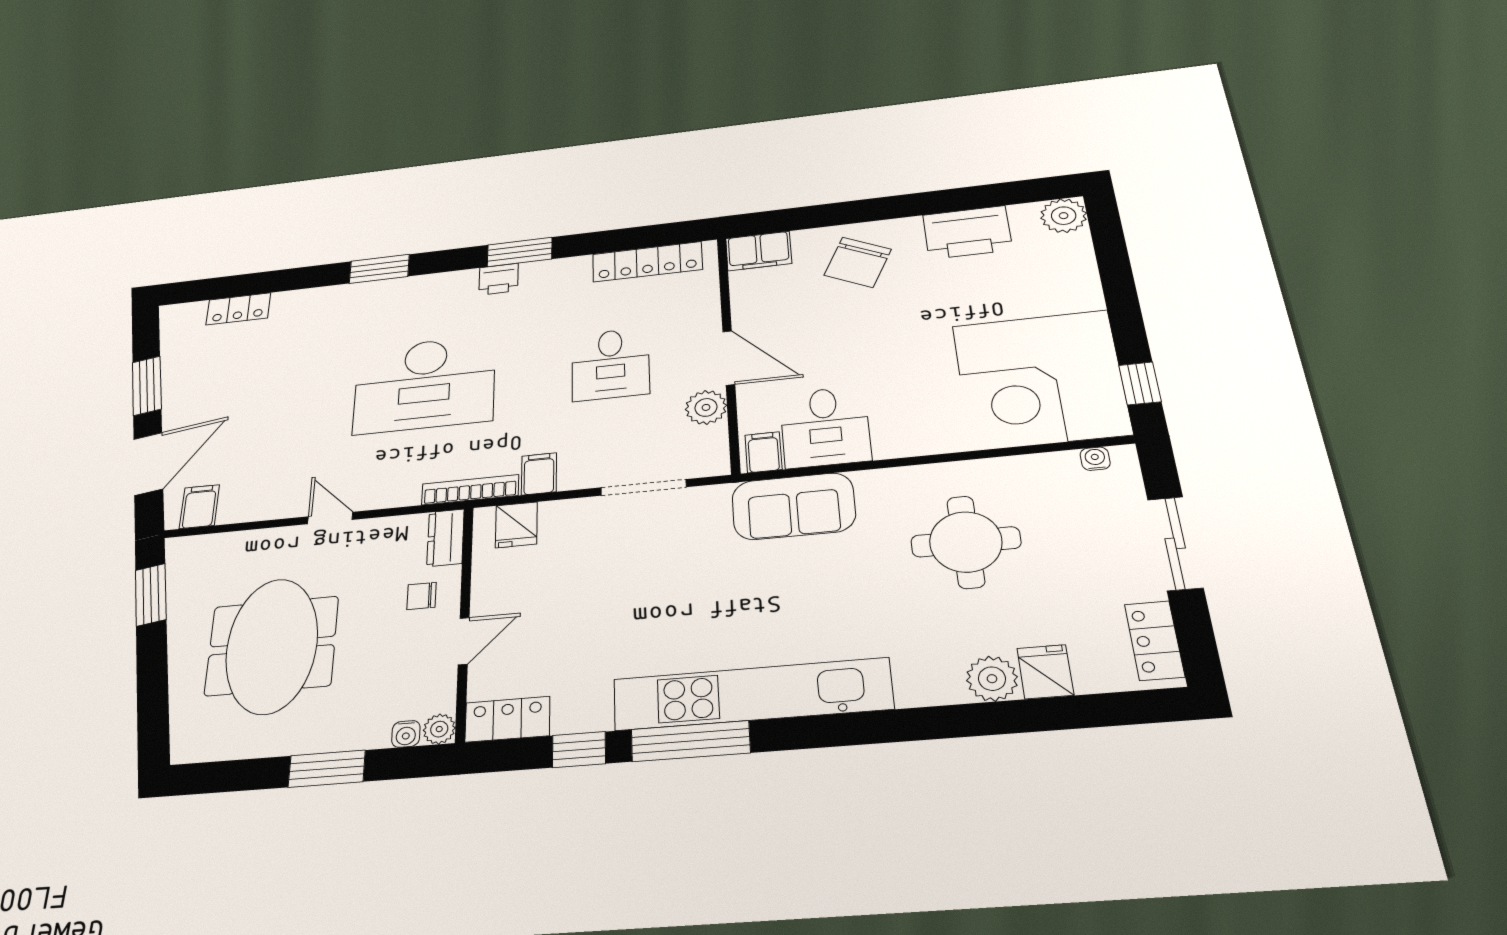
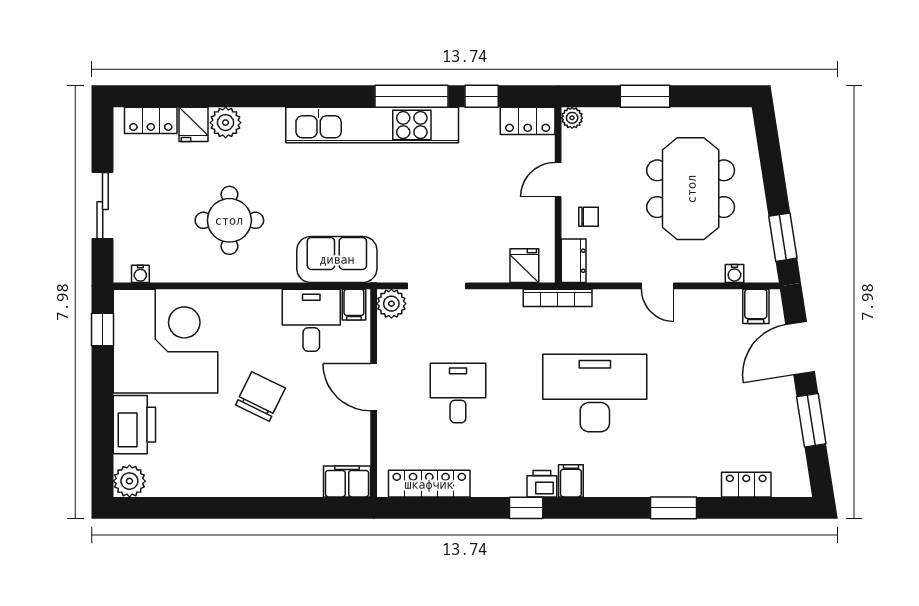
printer: (967, 232) -> (134, 425), moved, turned 90
window: (520, 252) -> (526, 508), width x0.67
chair: (858, 262) -> (260, 396), moved
window: (379, 269) -> (673, 508), moved
plant: (706, 407) -> (391, 304), moved
filing cabinet: (539, 474) -> (571, 481), moved, turned 180
locker: (1154, 641) -> (151, 120), moved, turned 90
water cooler: (406, 734) -> (734, 273), moved, turned 180

